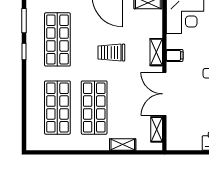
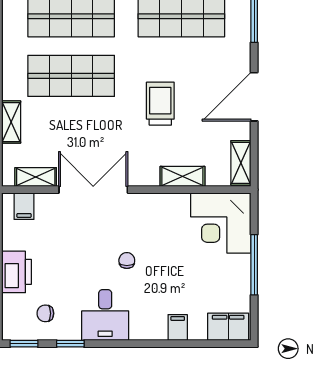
shelving: (156, 52) -> (182, 176), moved
filing cabinet: (175, 55) -> (24, 206), moved

